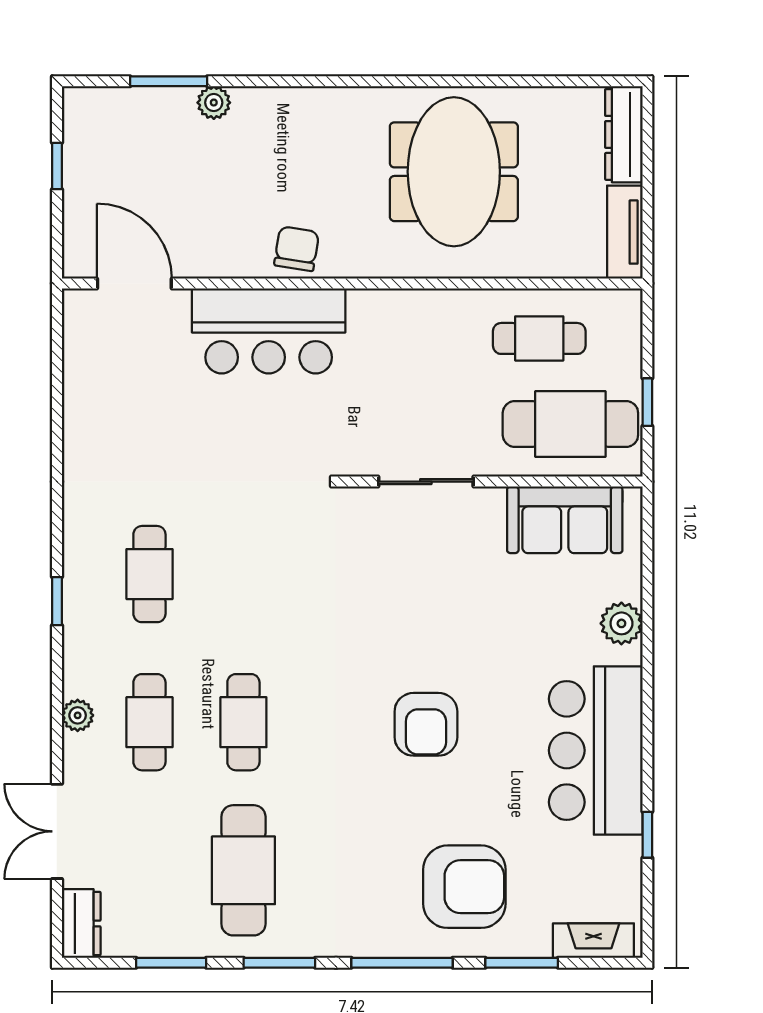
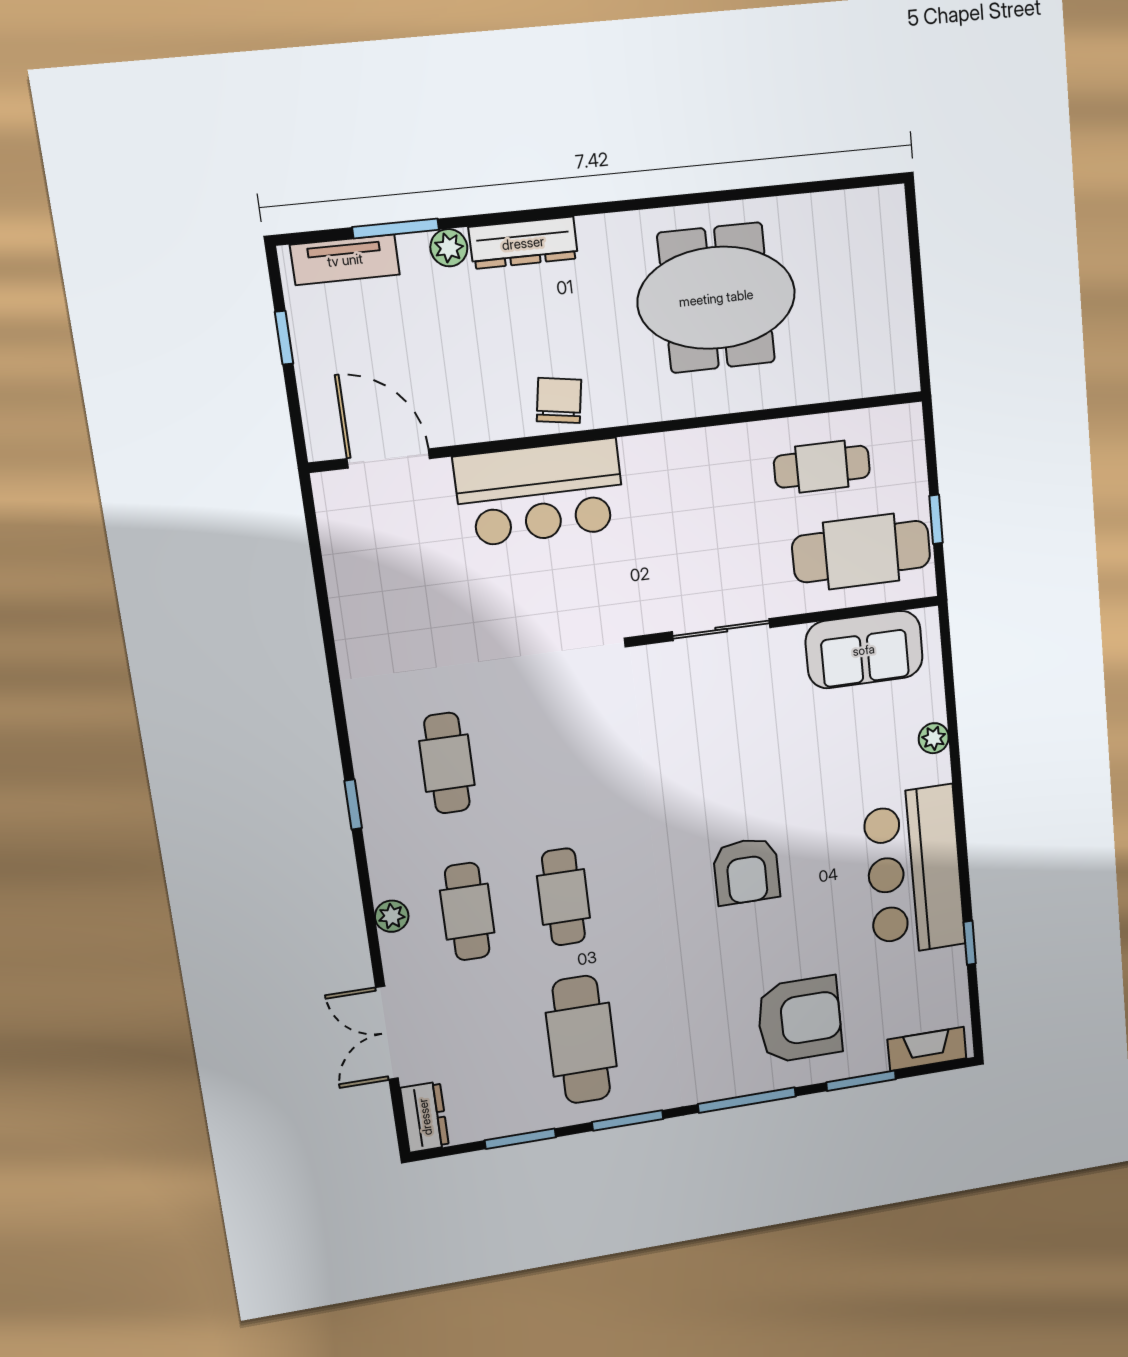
dresser: (624, 134) -> (523, 243), moved, turned -90
meeting table: (454, 172) -> (716, 298), turned 90
tv unit: (625, 232) -> (345, 260), moved, turned -90
plant: (621, 623) -> (934, 738), width x0.73, depth x0.73

